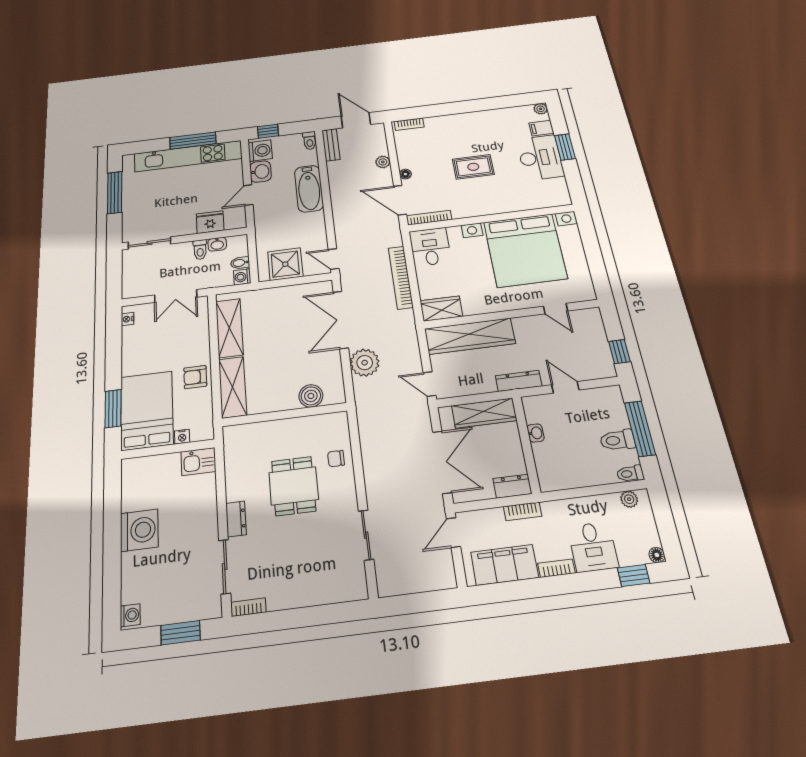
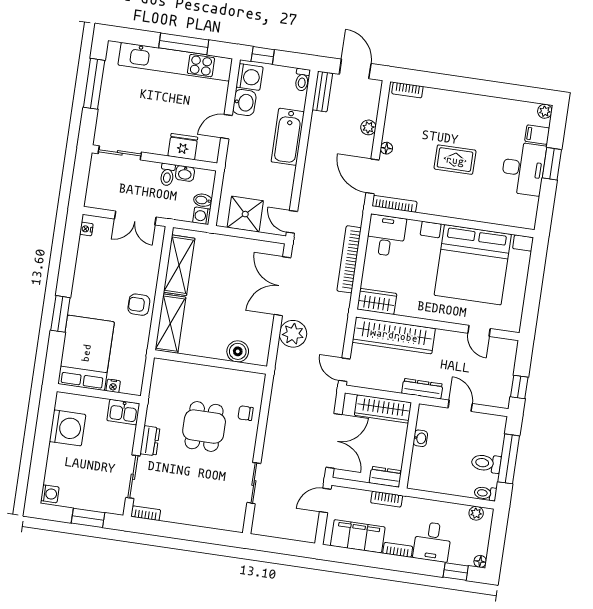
bed: (147, 410) -> (86, 353), moved
nightstand: (182, 437) -> (113, 386), moved
wall: (168, 449) -> (99, 394), moved
kitchen sink: (198, 462) -> (123, 412), moved

